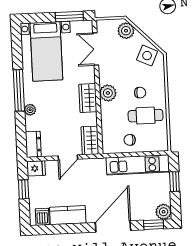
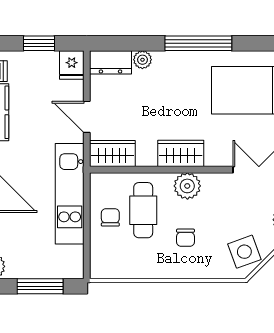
side table: (147, 56) -> (244, 252), turned 45
plant: (30, 110) -> (142, 60), moved
cafe table: (146, 116) -> (143, 210), moved
kitchen unit: (138, 165) -> (70, 194), moved
window: (174, 182) -> (40, 286), width x1.50

